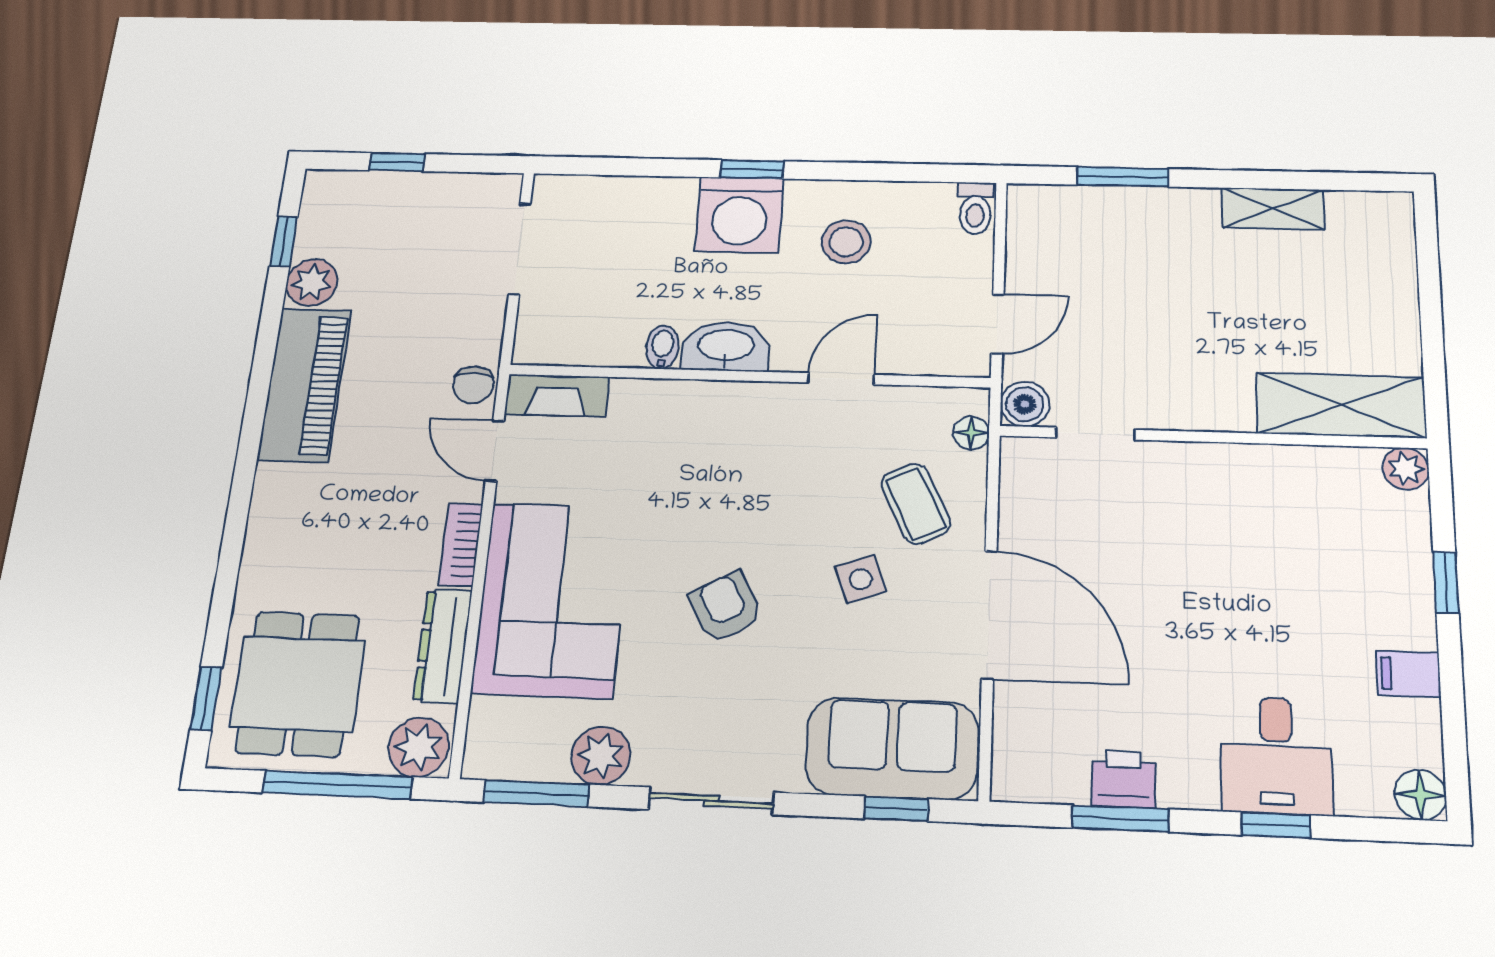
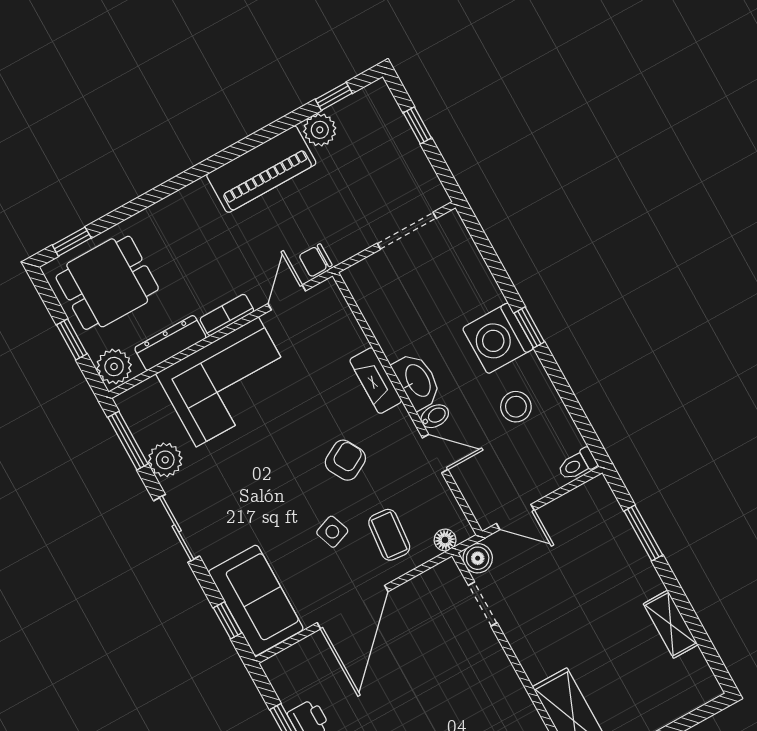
bidet: (662, 347) -> (435, 416), moved
fireplace: (557, 396) -> (376, 381), moved
coffee table: (916, 504) -> (389, 535), turned -59
armchair: (726, 607) -> (345, 460), moved
window: (338, 785) -> (72, 339), width x0.46

